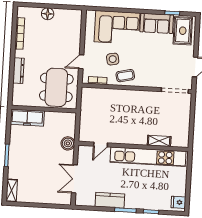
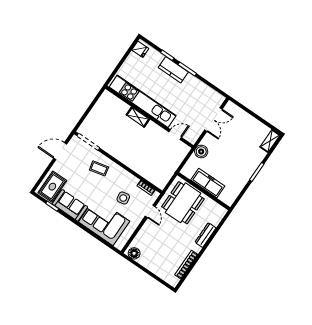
floor lamp: (48, 14) -> (134, 253), moved
door: (81, 62) -> (150, 211), hinge flipped
coffee table: (125, 76) -> (99, 168), moved
freezer: (27, 118) -> (208, 183), moved
shelving: (159, 141) -> (138, 117), moved
kitchen counter: (110, 200) -> (173, 70), moved

